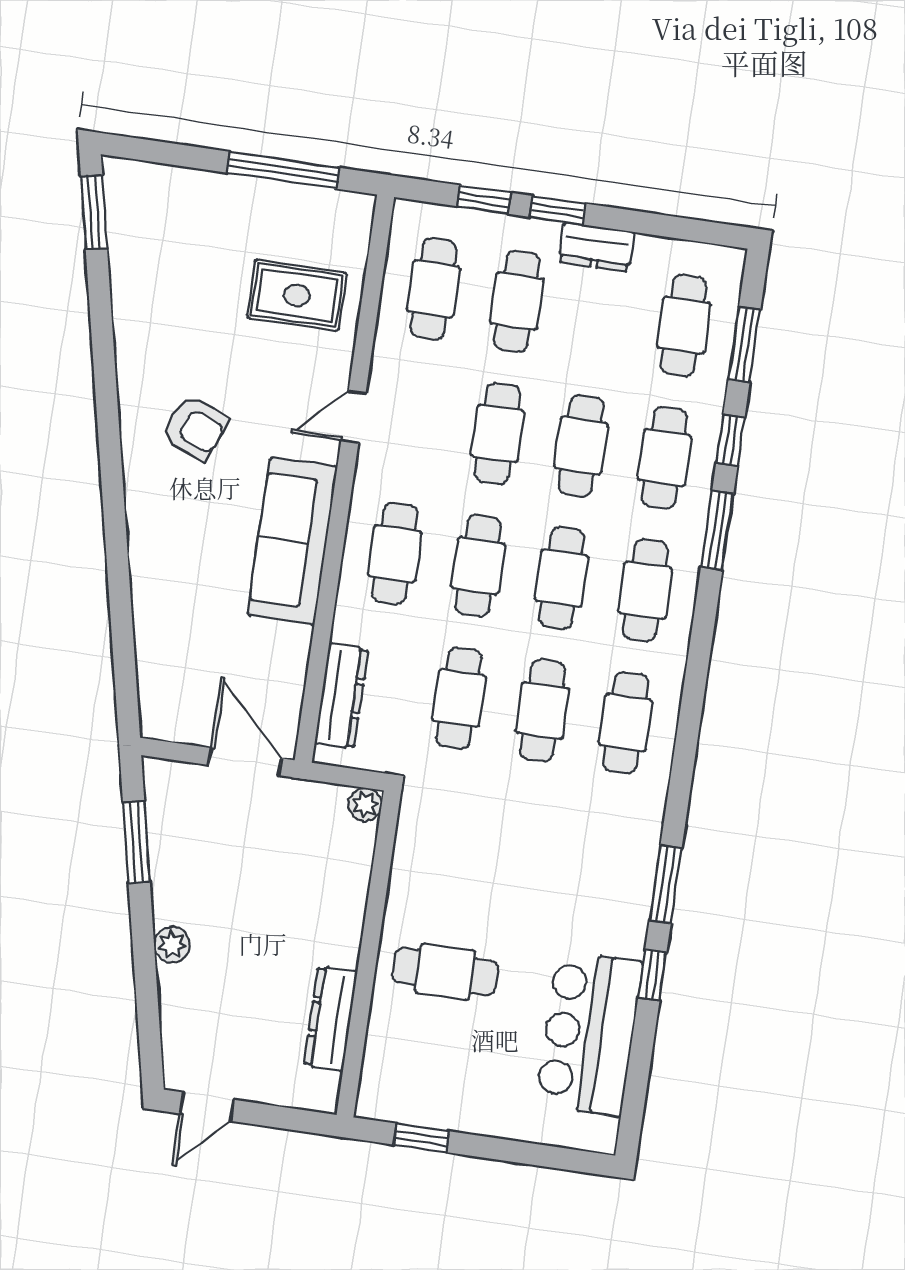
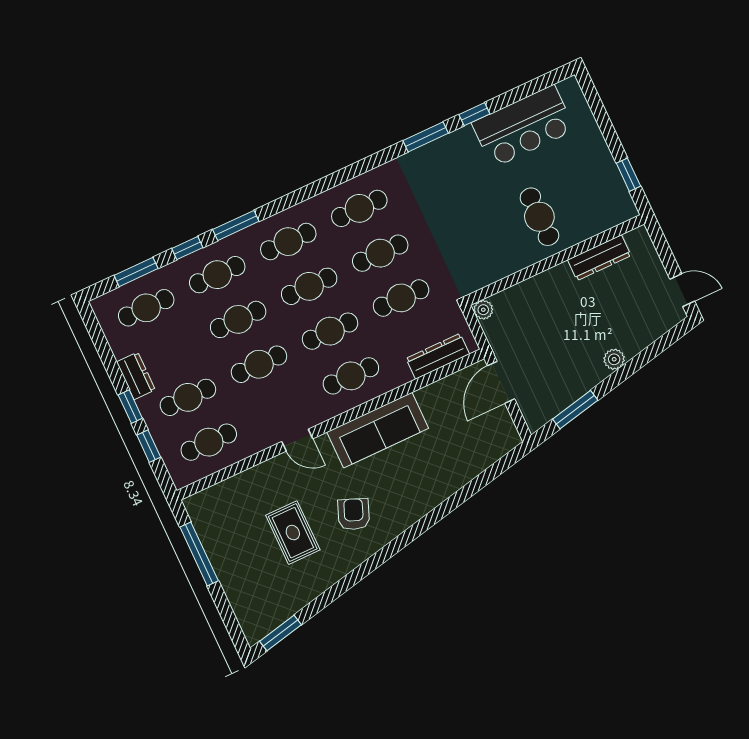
rug: (297, 295) -> (293, 533), moved

